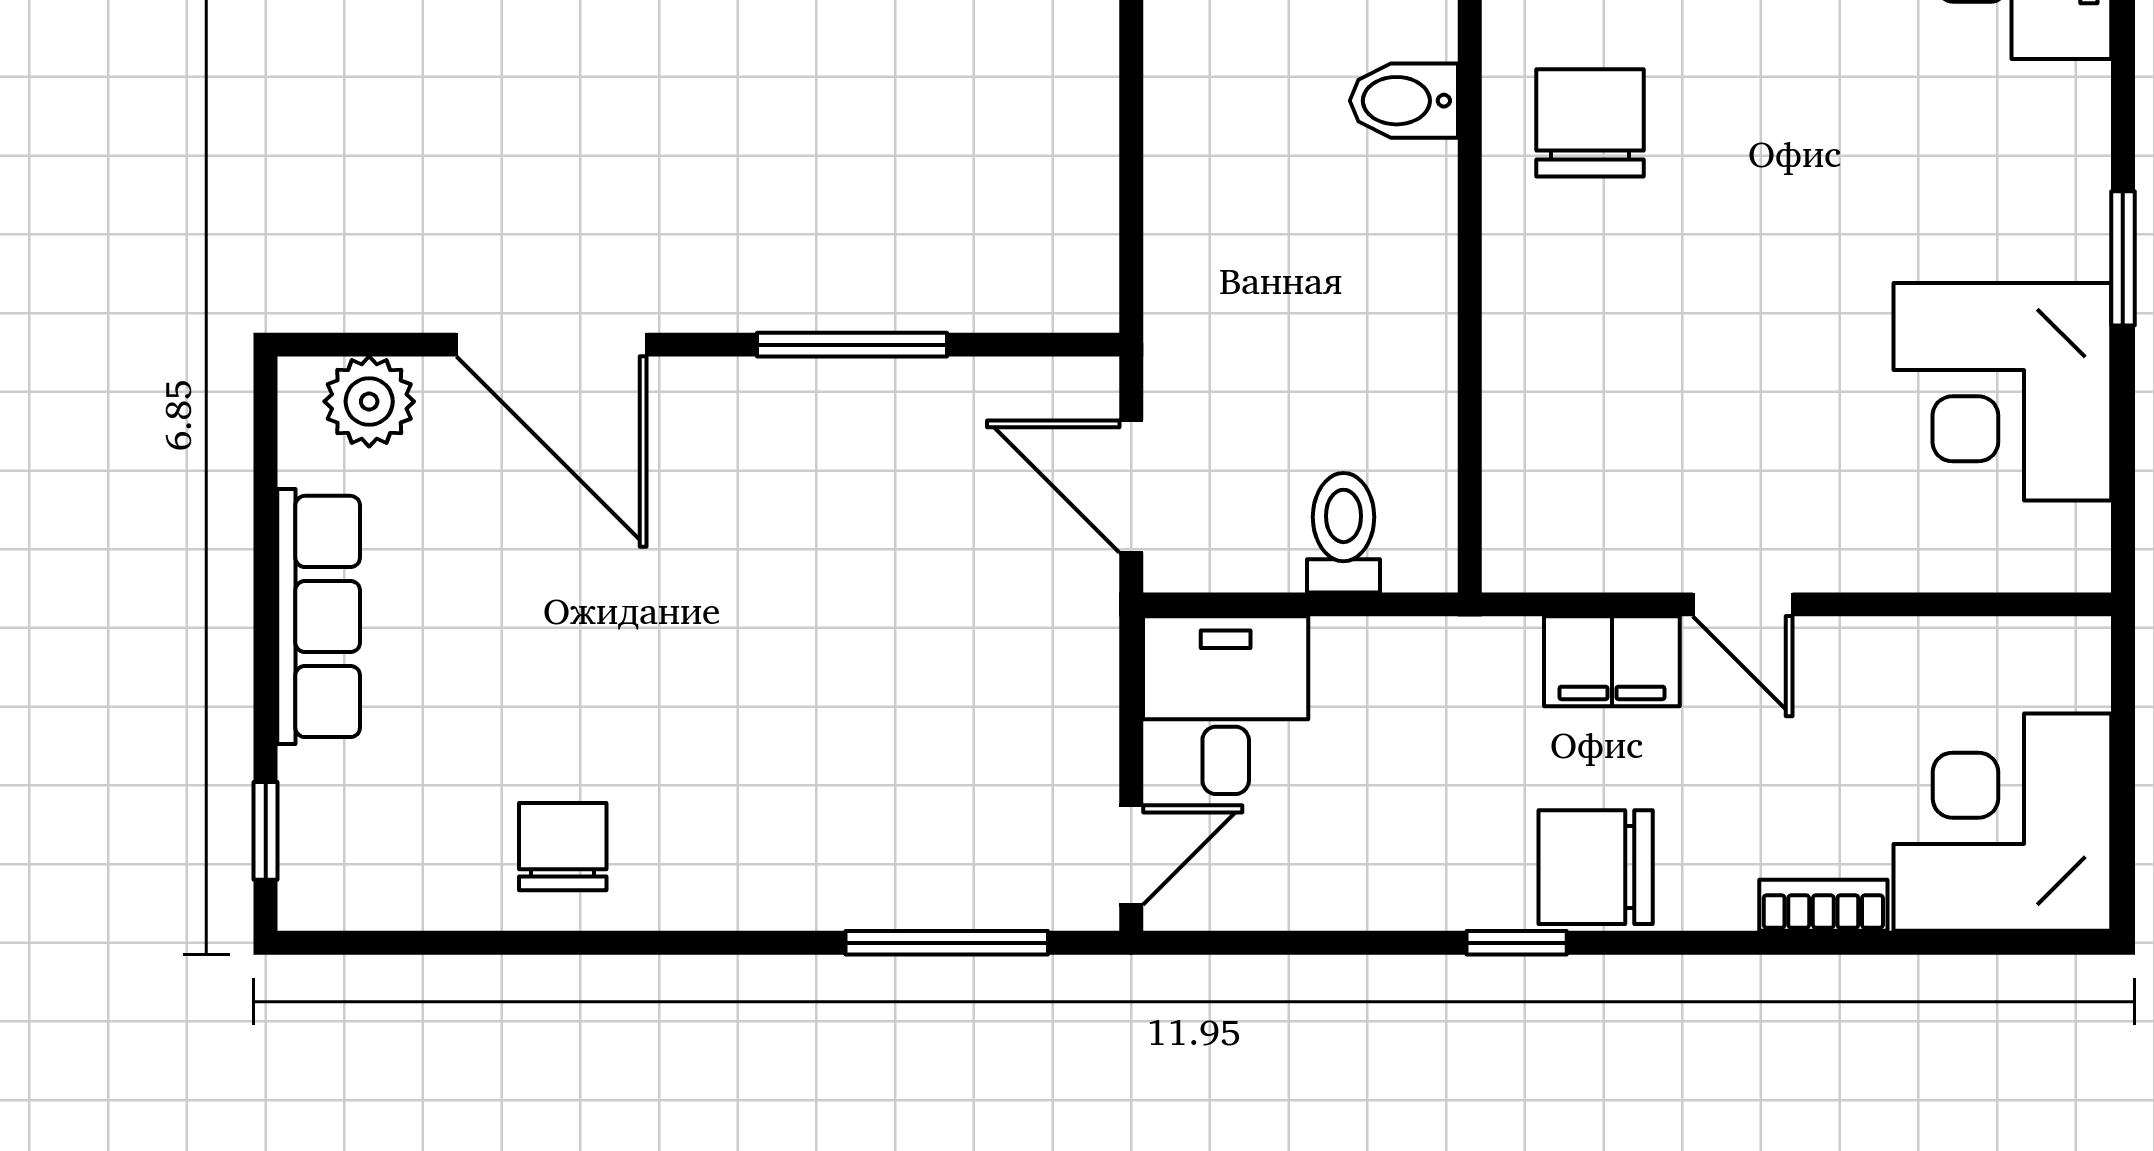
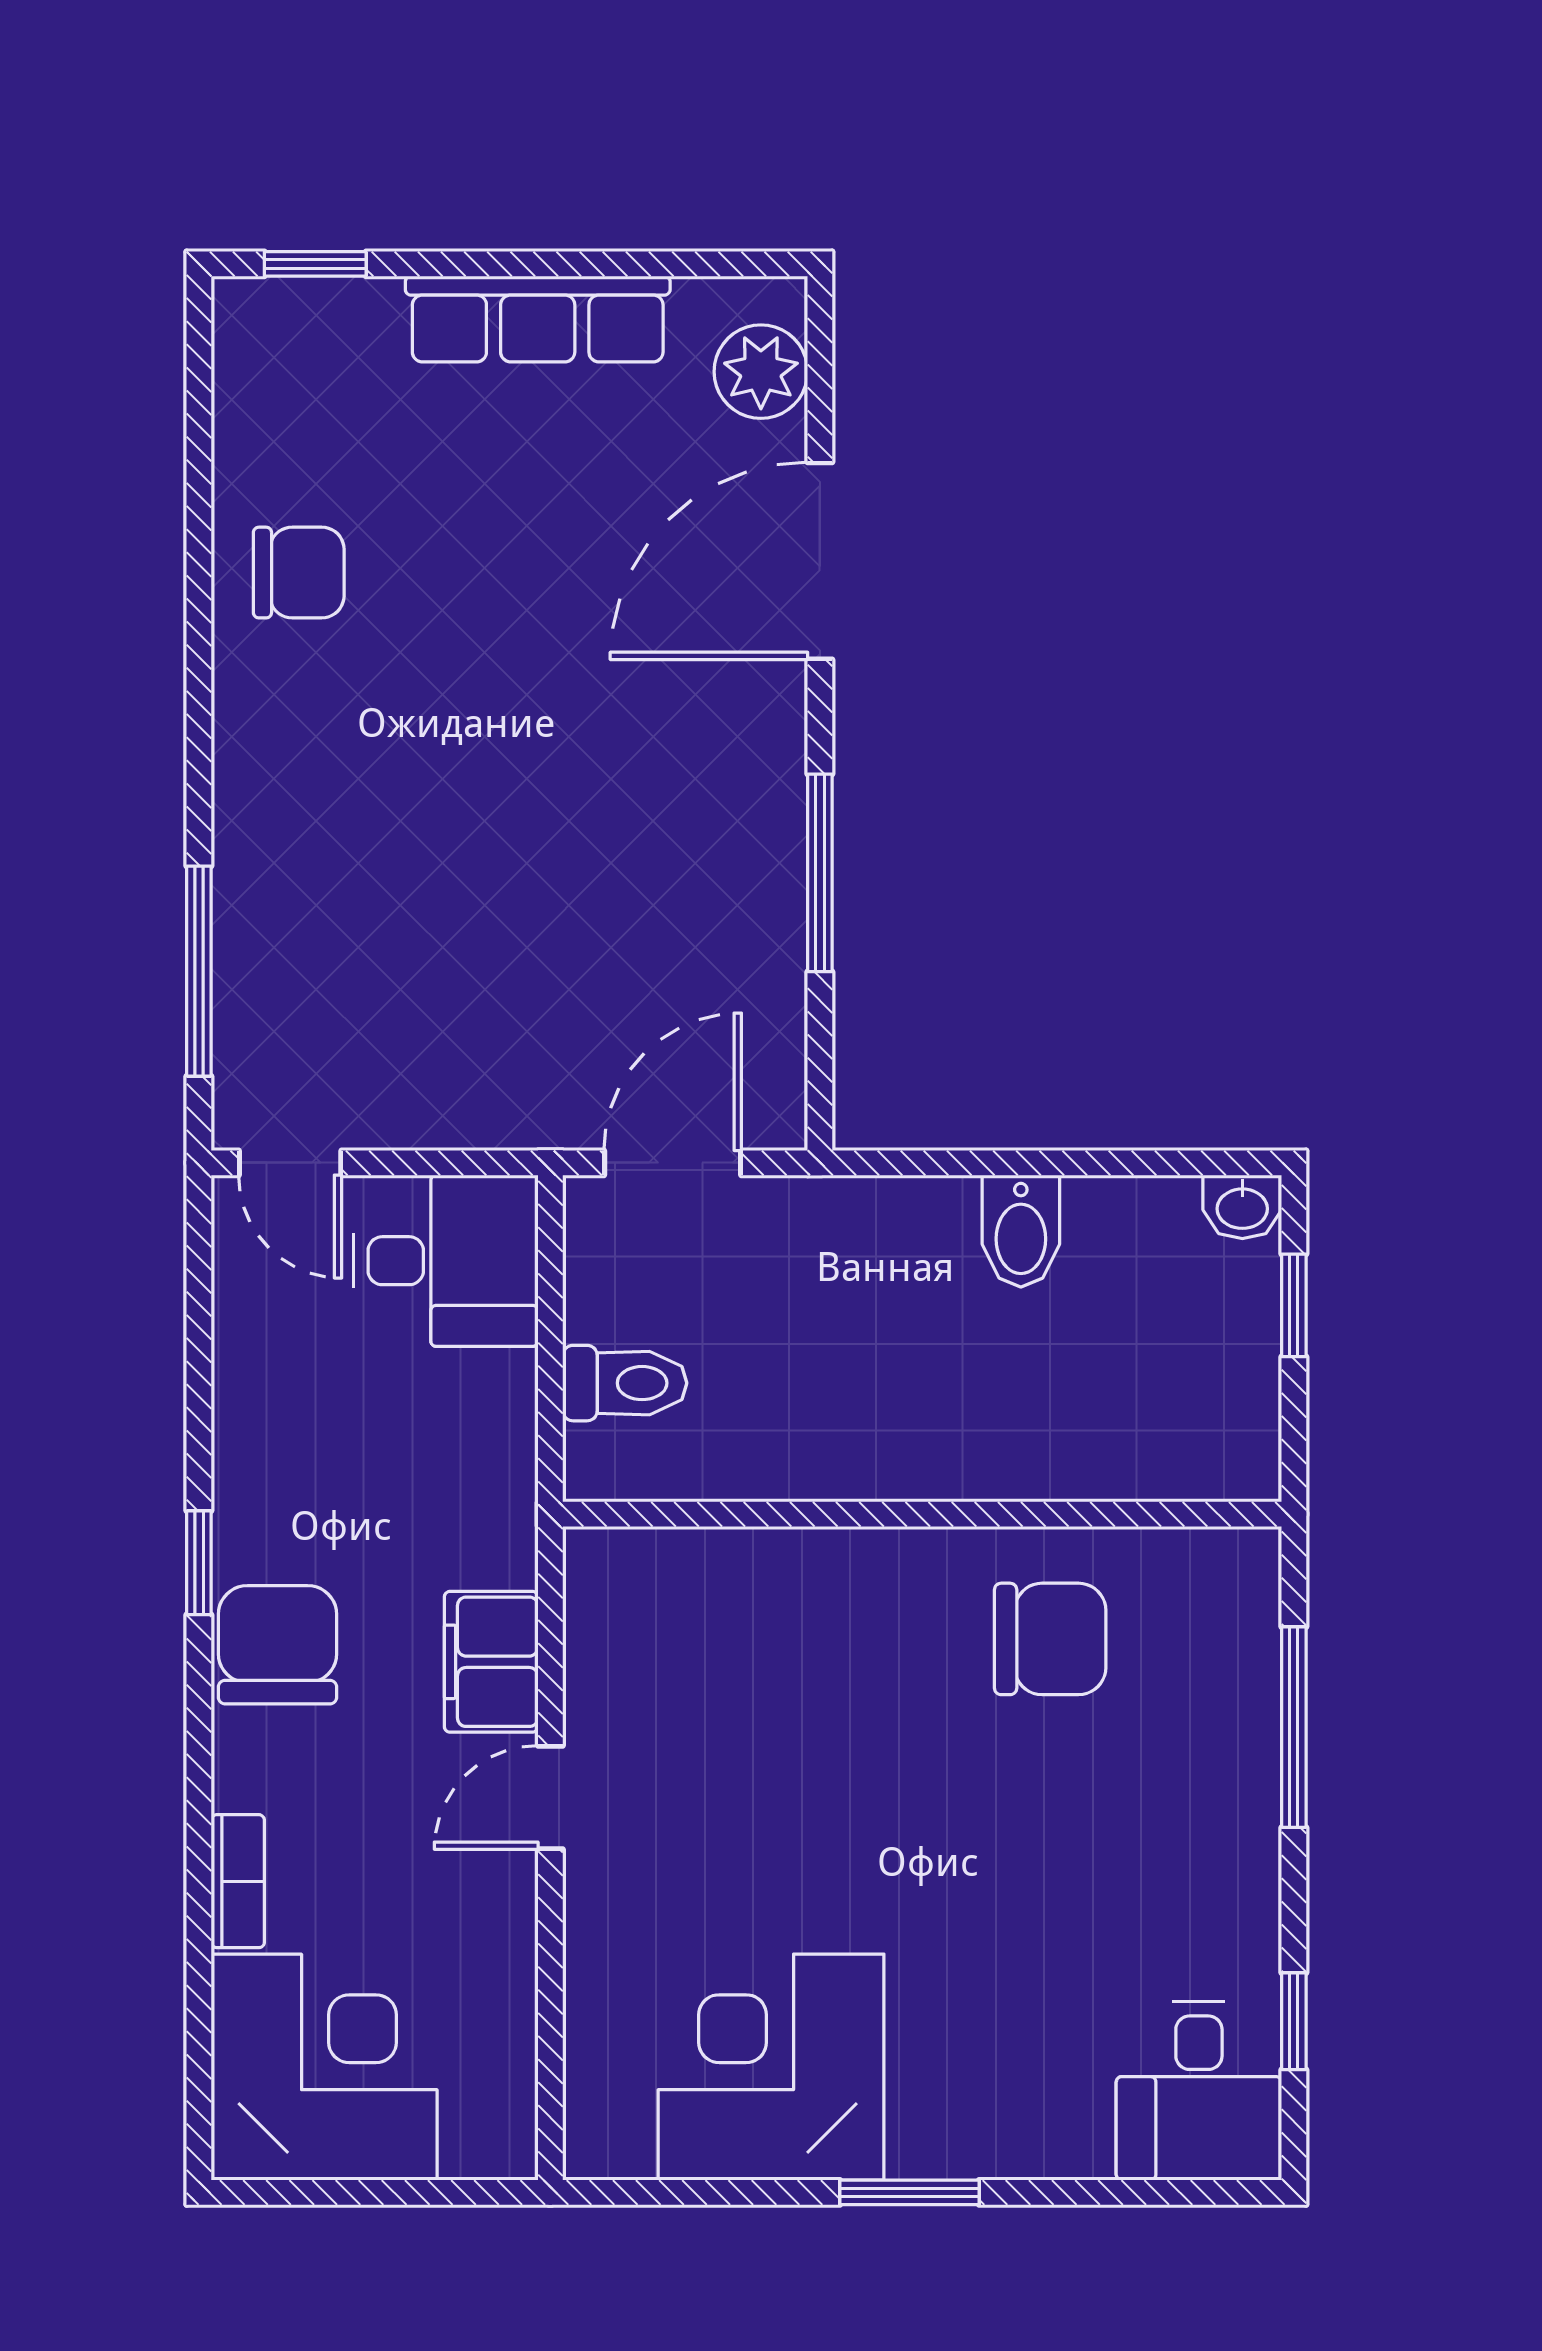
bidet: (1404, 101) -> (1021, 1231), moved, turned 180

